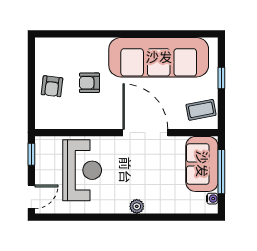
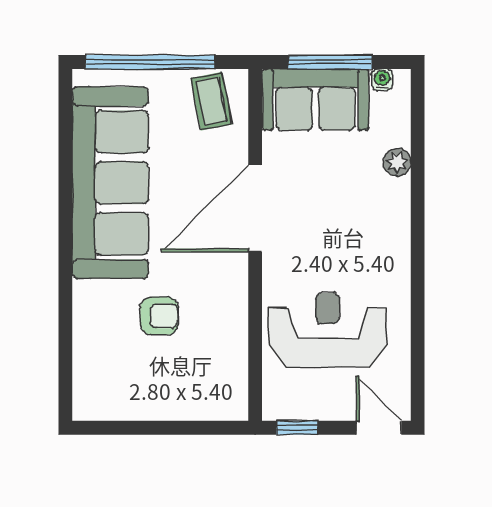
window: (221, 78) -> (150, 62), width x3.17
armchair: (89, 83) -> (159, 316), turned -90
armchair: (52, 86) -> (166, 388), removed
plant: (137, 206) -> (397, 162), moved

